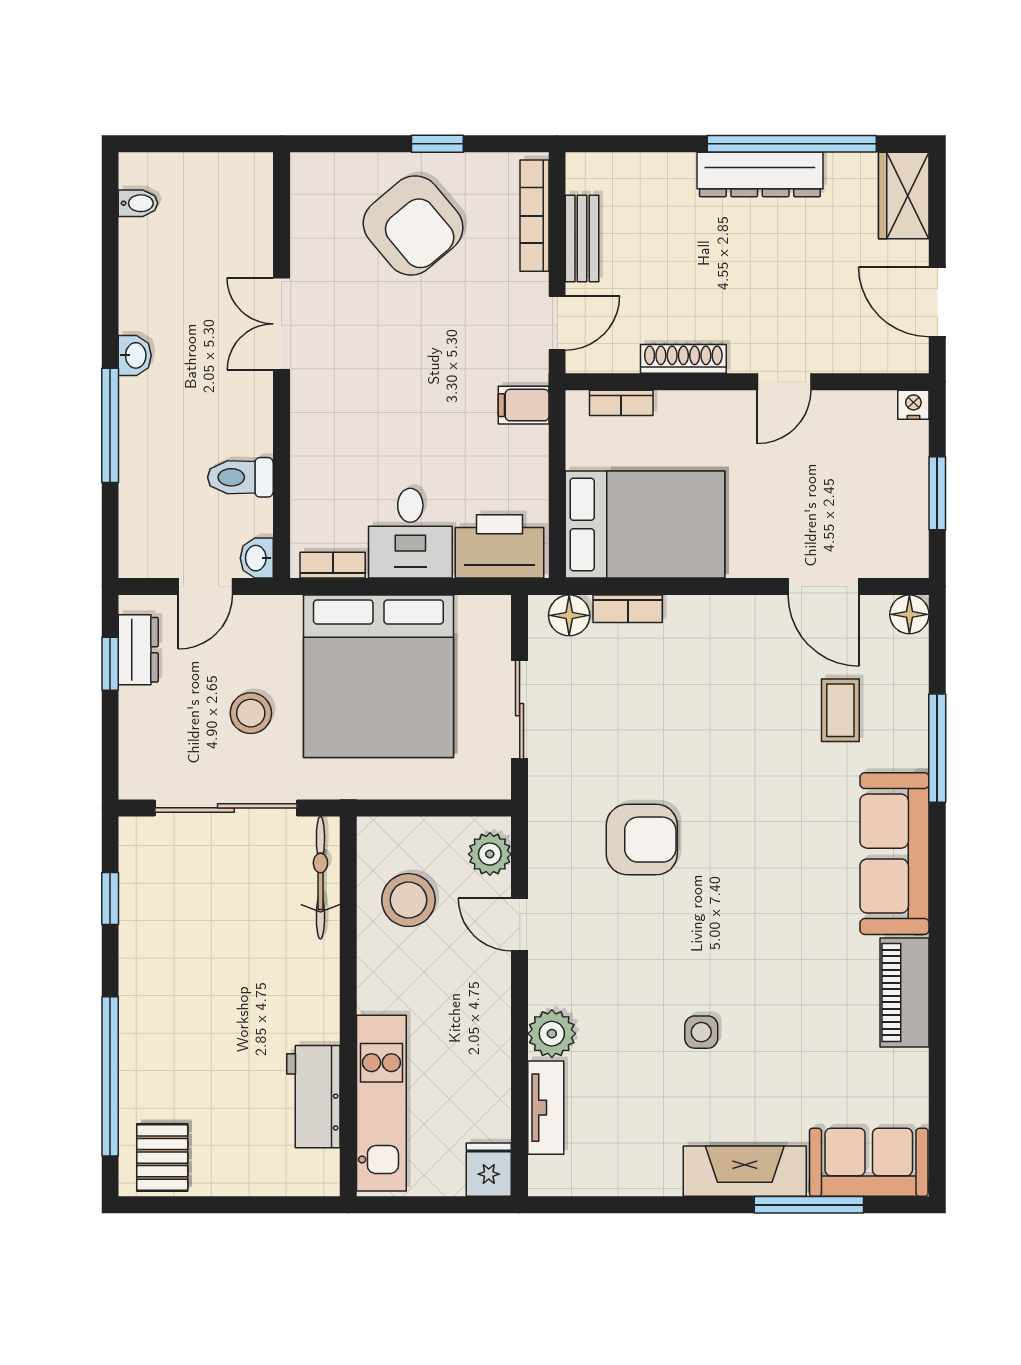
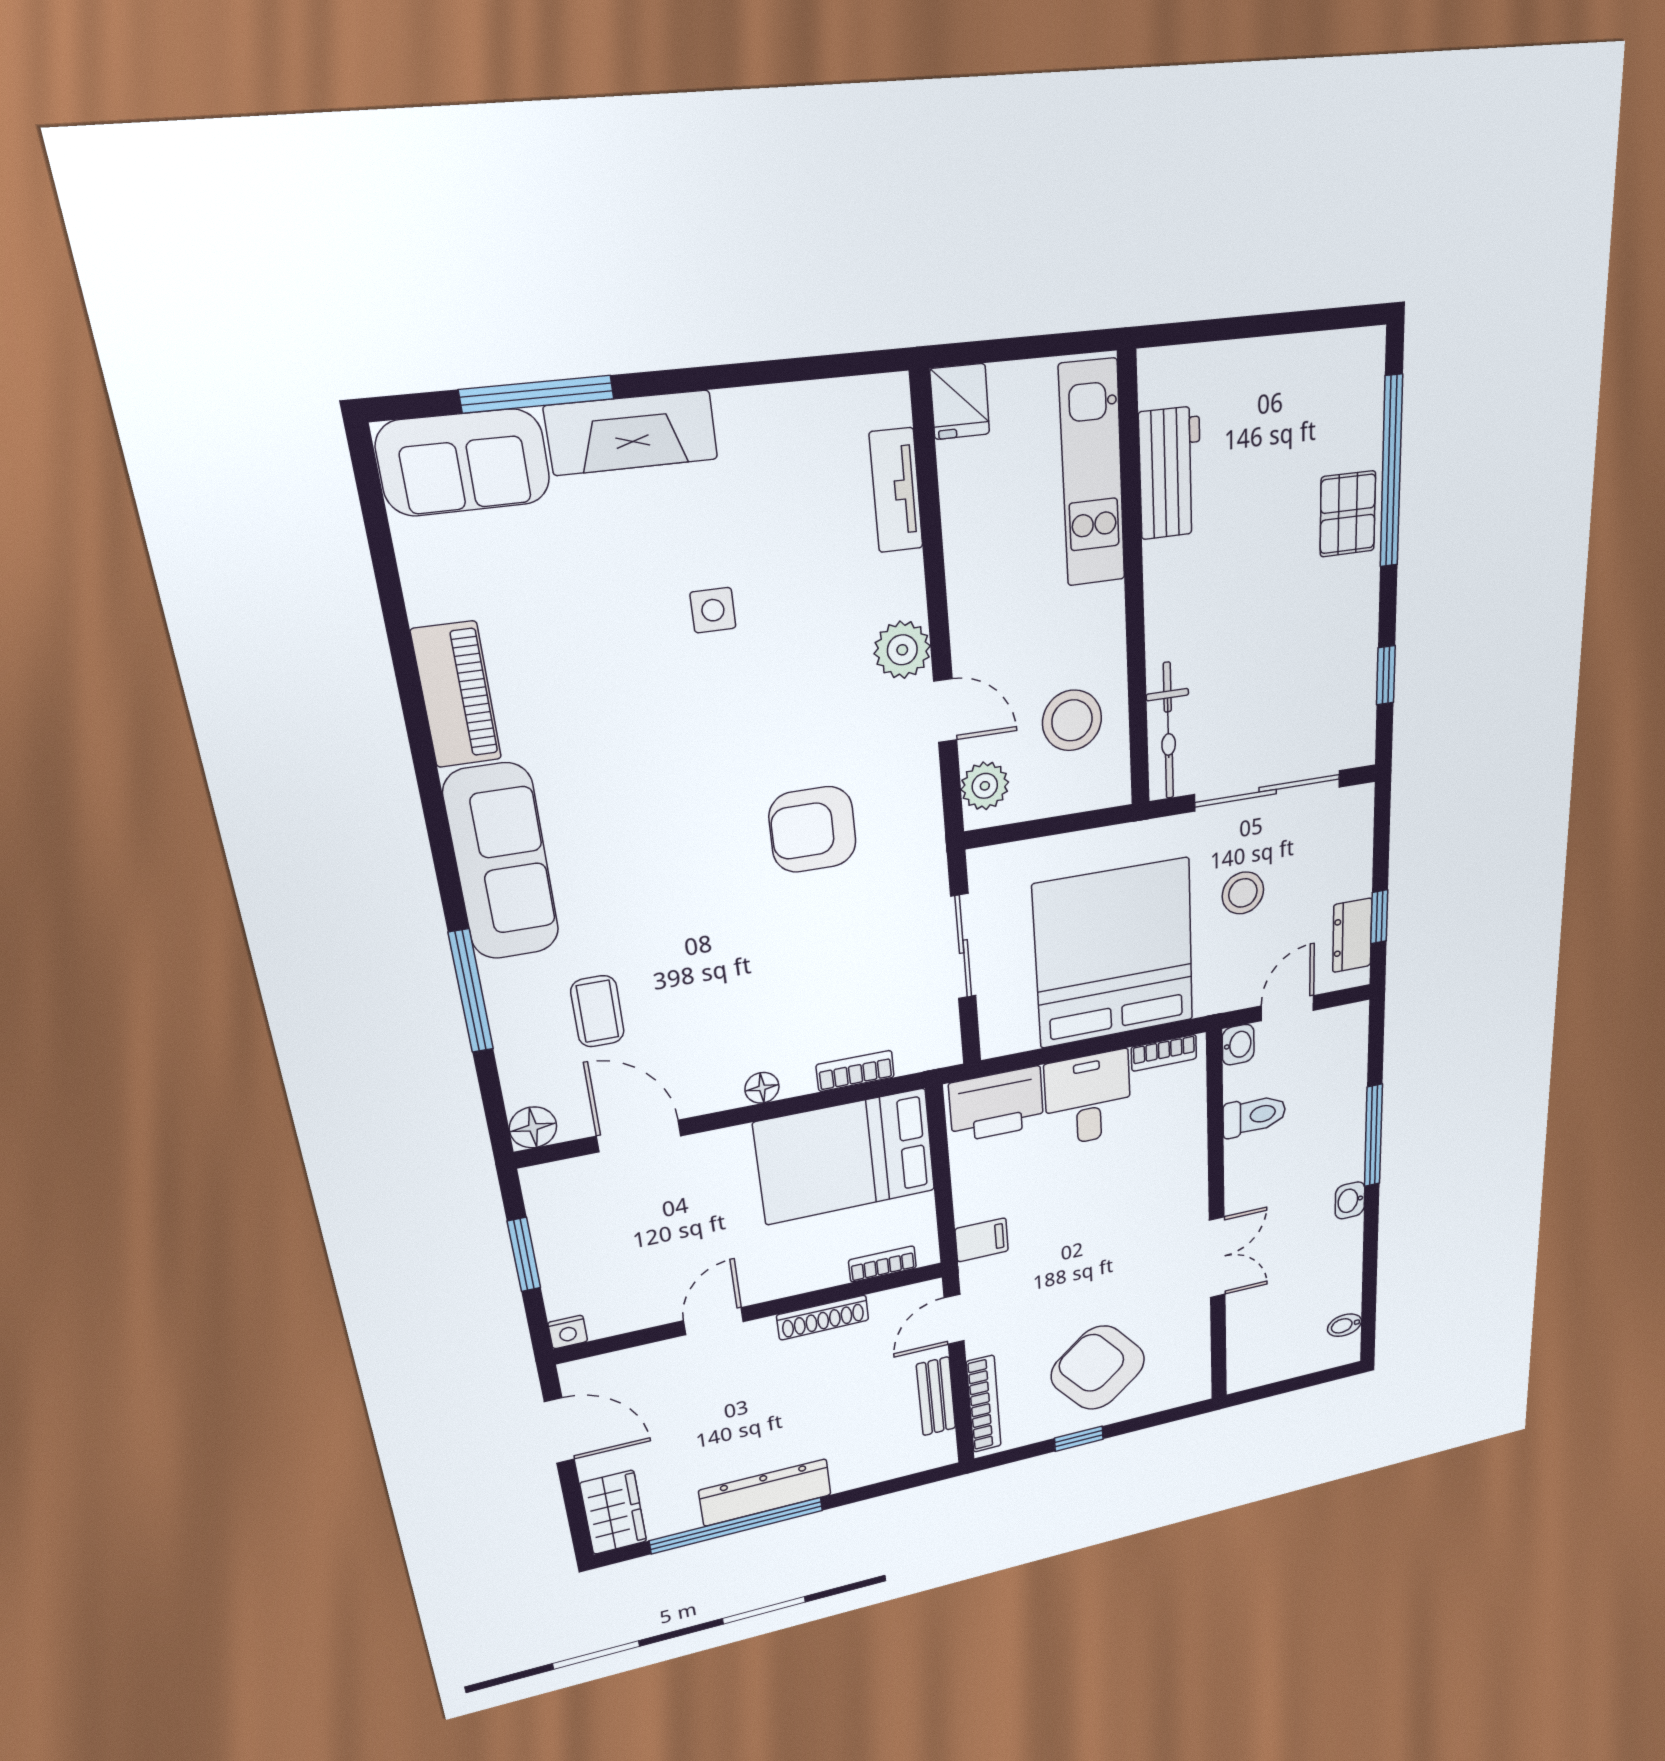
floor lamp: (569, 615) -> (762, 1088), moved, width x0.73, depth x0.73
plant: (552, 1034) -> (902, 650), moved
pallet: (162, 1158) -> (1348, 514), moved

